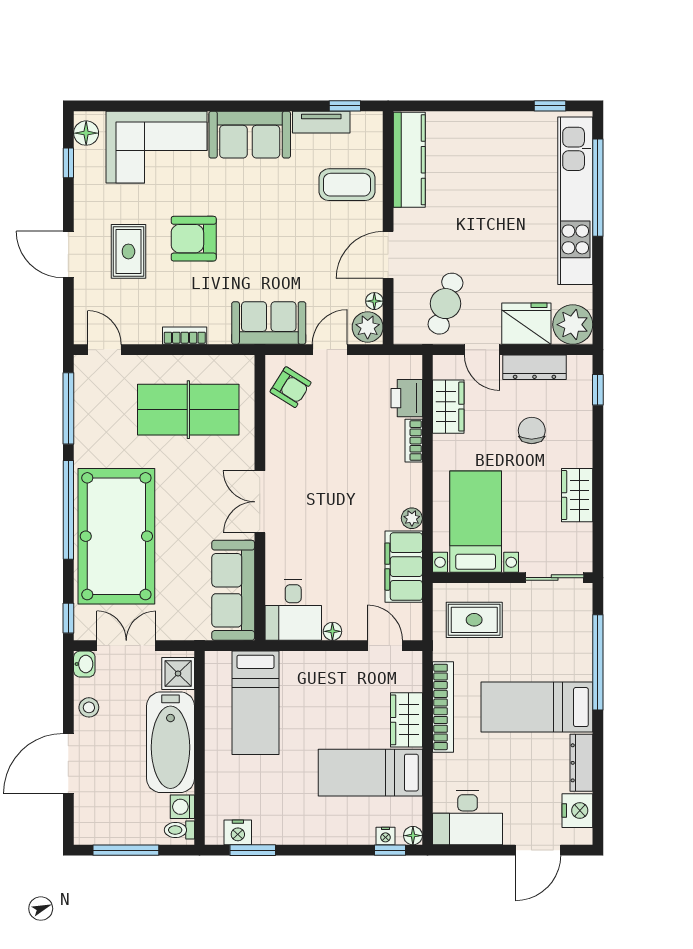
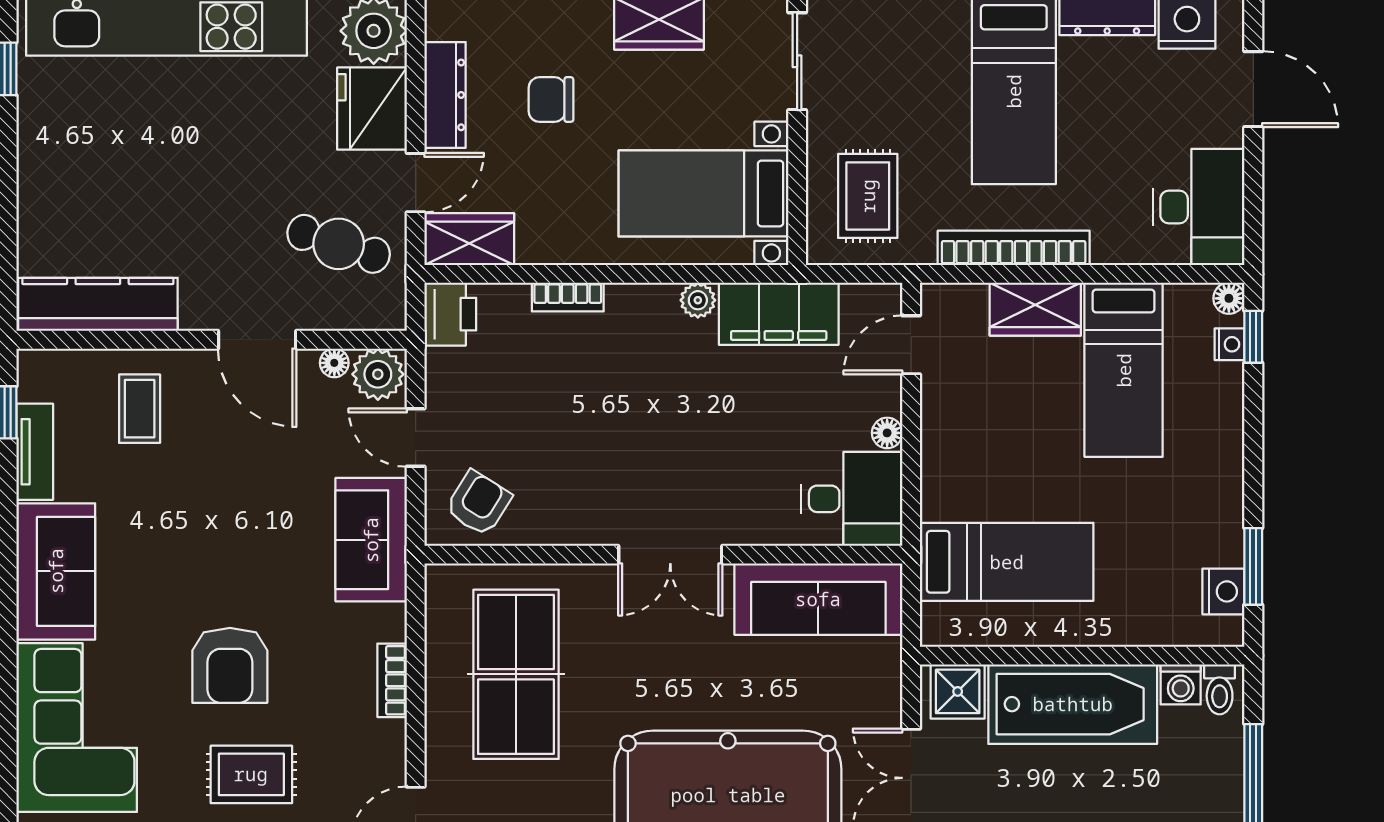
coffee table: (347, 185) -> (140, 409), width x0.73, depth x0.77
printer: (407, 398) -> (450, 314), moved, turned -90
wardrobe: (448, 407) -> (469, 239), moved

